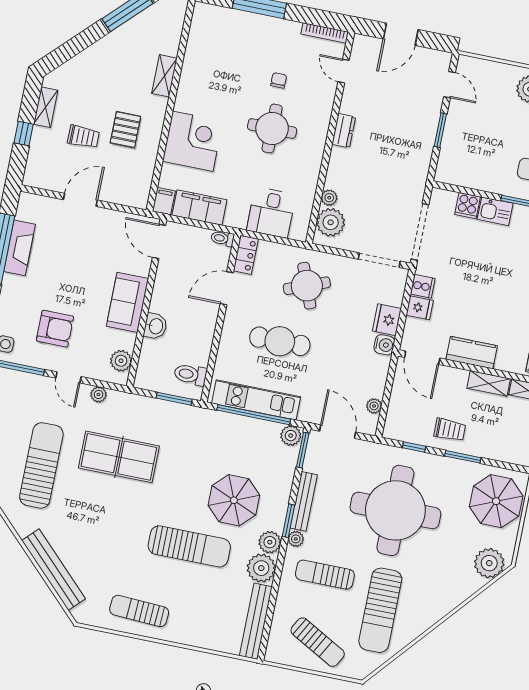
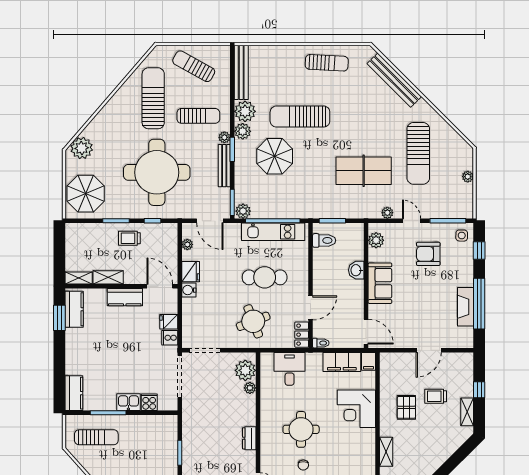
fridge: (387, 320) -> (191, 272), moved

